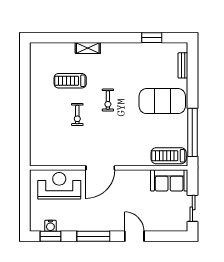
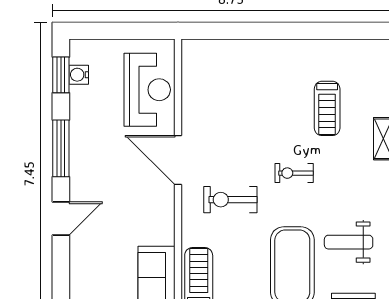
weight bench: (148, 68) -> (349, 242), added
treadmill: (70, 81) -> (327, 108), turned 180
exercise bike: (77, 115) -> (230, 200), moved, width x1.38, depth x1.39

